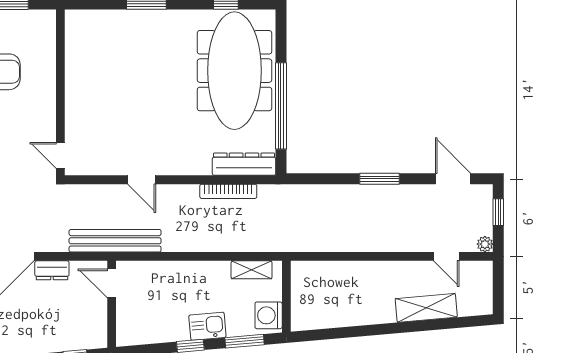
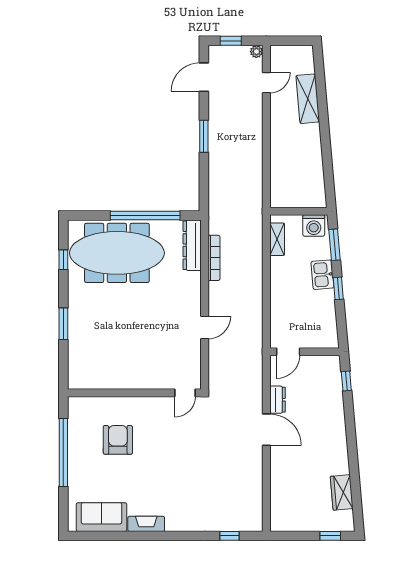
bench: (115, 241) -> (254, 349), removed

